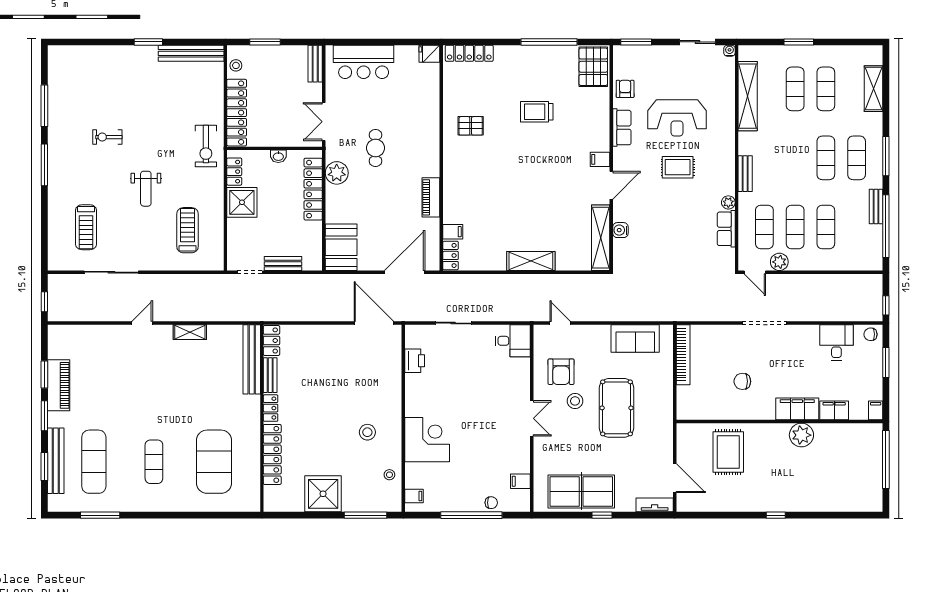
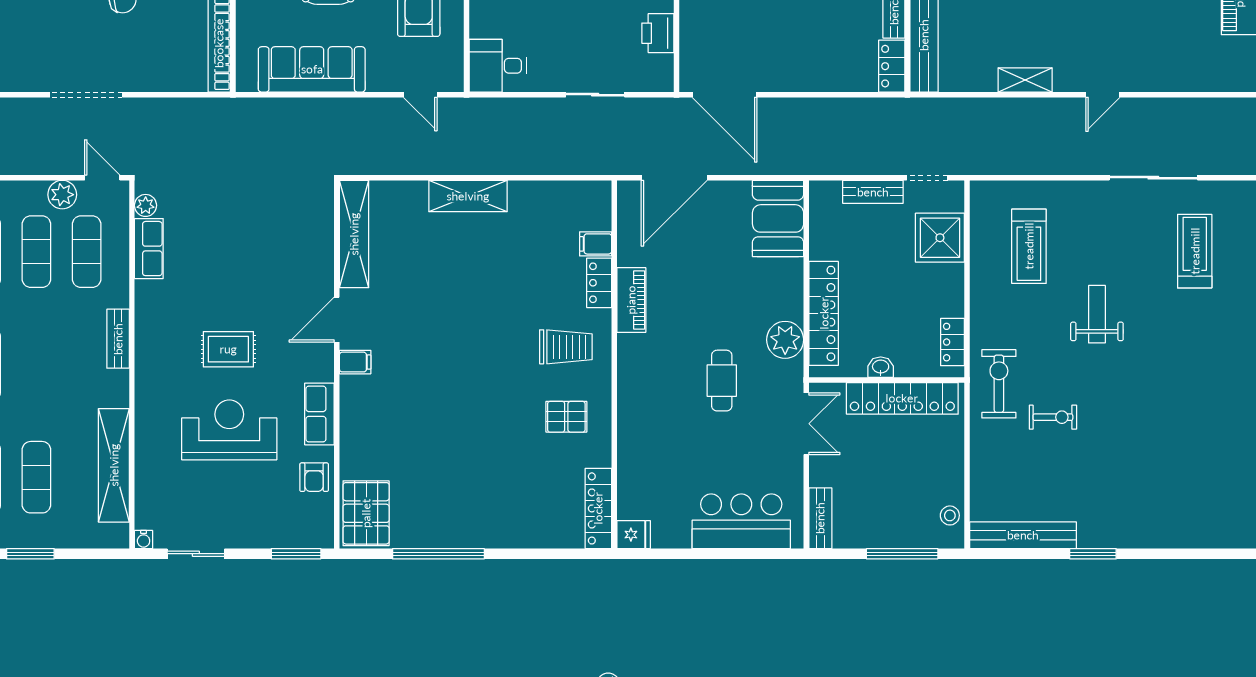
window: (265, 42) -> (902, 554), width x1.44
locker: (469, 53) -> (598, 508), moved, turned -90
trolley: (537, 112) -> (566, 347), moved
locker: (237, 113) -> (902, 398), moved, turned -90
exercise bike: (107, 137) -> (1053, 417), moved
shower: (242, 202) -> (940, 238), moved
plant: (728, 202) -> (146, 205), moved
water cooler: (620, 230) -> (322, 246), removed
locker: (451, 255) -> (599, 283), moved
sofa: (635, 338) -> (312, 69), width x1.36

